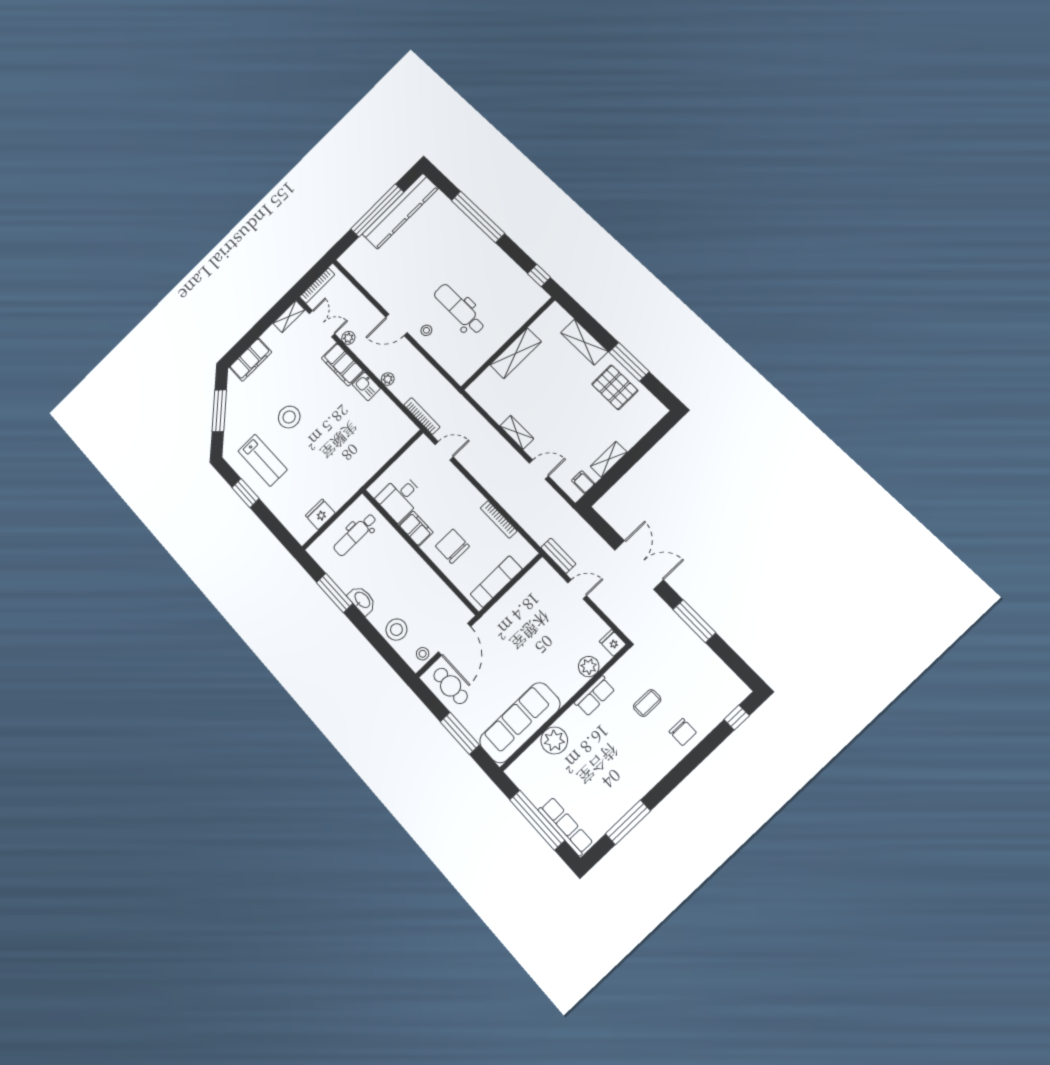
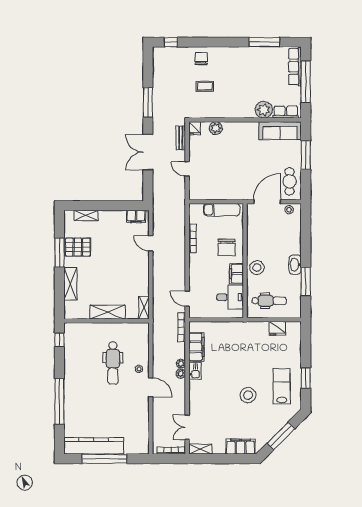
plant: (348, 338) -> (181, 374), moved
filing cabinet: (342, 364) -> (196, 347), moved
pallet: (615, 387) -> (78, 247), turned 90
shelving: (517, 432) -> (144, 308), moved
shelving: (609, 459) -> (86, 215), moved
filing cabinet: (583, 482) -> (136, 217), width x2.00
bench: (558, 556) -> (181, 138), moved
stool: (396, 630) -> (257, 268), moved
row of seats: (595, 696) -> (286, 112), moved
sofa: (520, 723) -> (280, 131), width x0.74, depth x0.79

